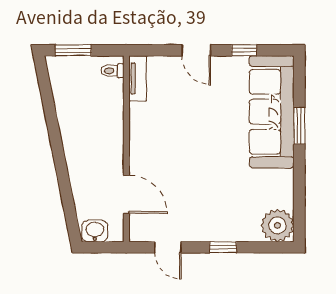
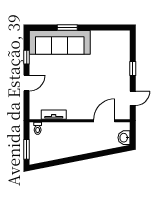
tv unit: (138, 78) -> (54, 115), moved
plant: (277, 225) -> (121, 39), removed

